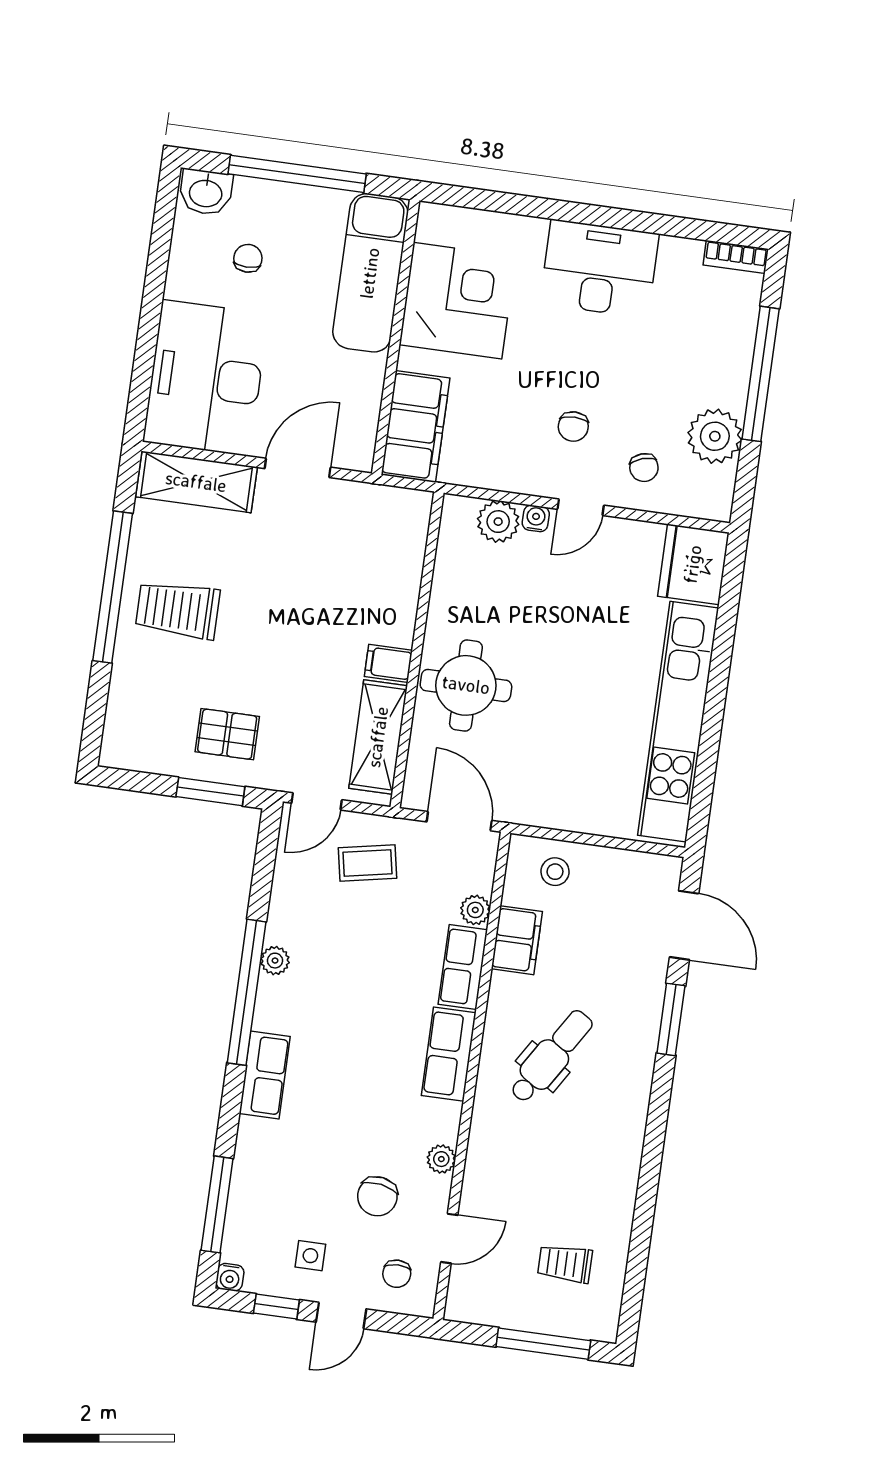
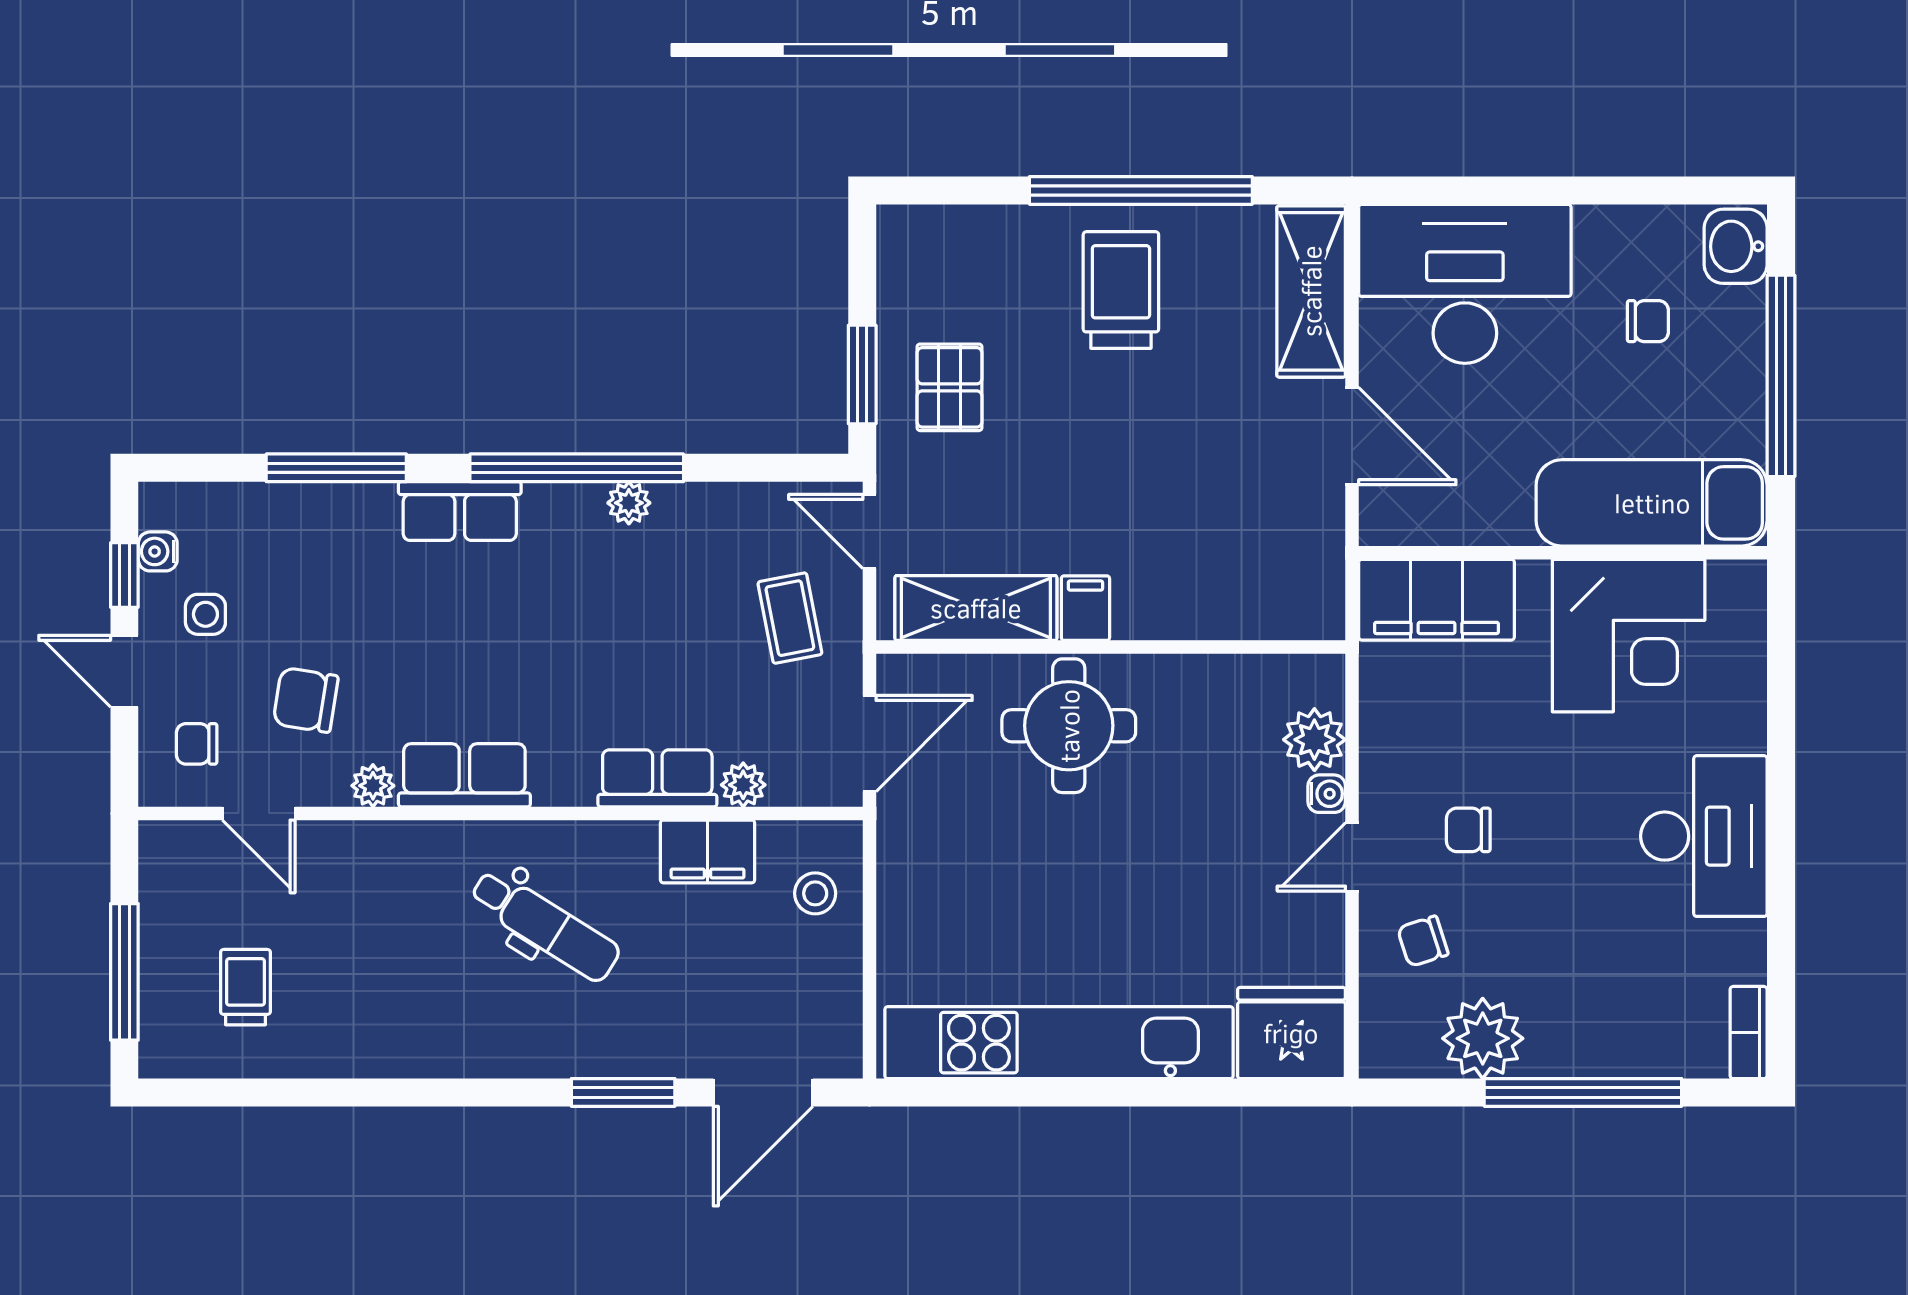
door: (581, 507) -> (1352, 857), hinge flipped
row of seats: (449, 1054) -> (464, 775), moved
window: (217, 1204) -> (336, 468), moved
water cooler: (230, 1277) -> (158, 551), moved

